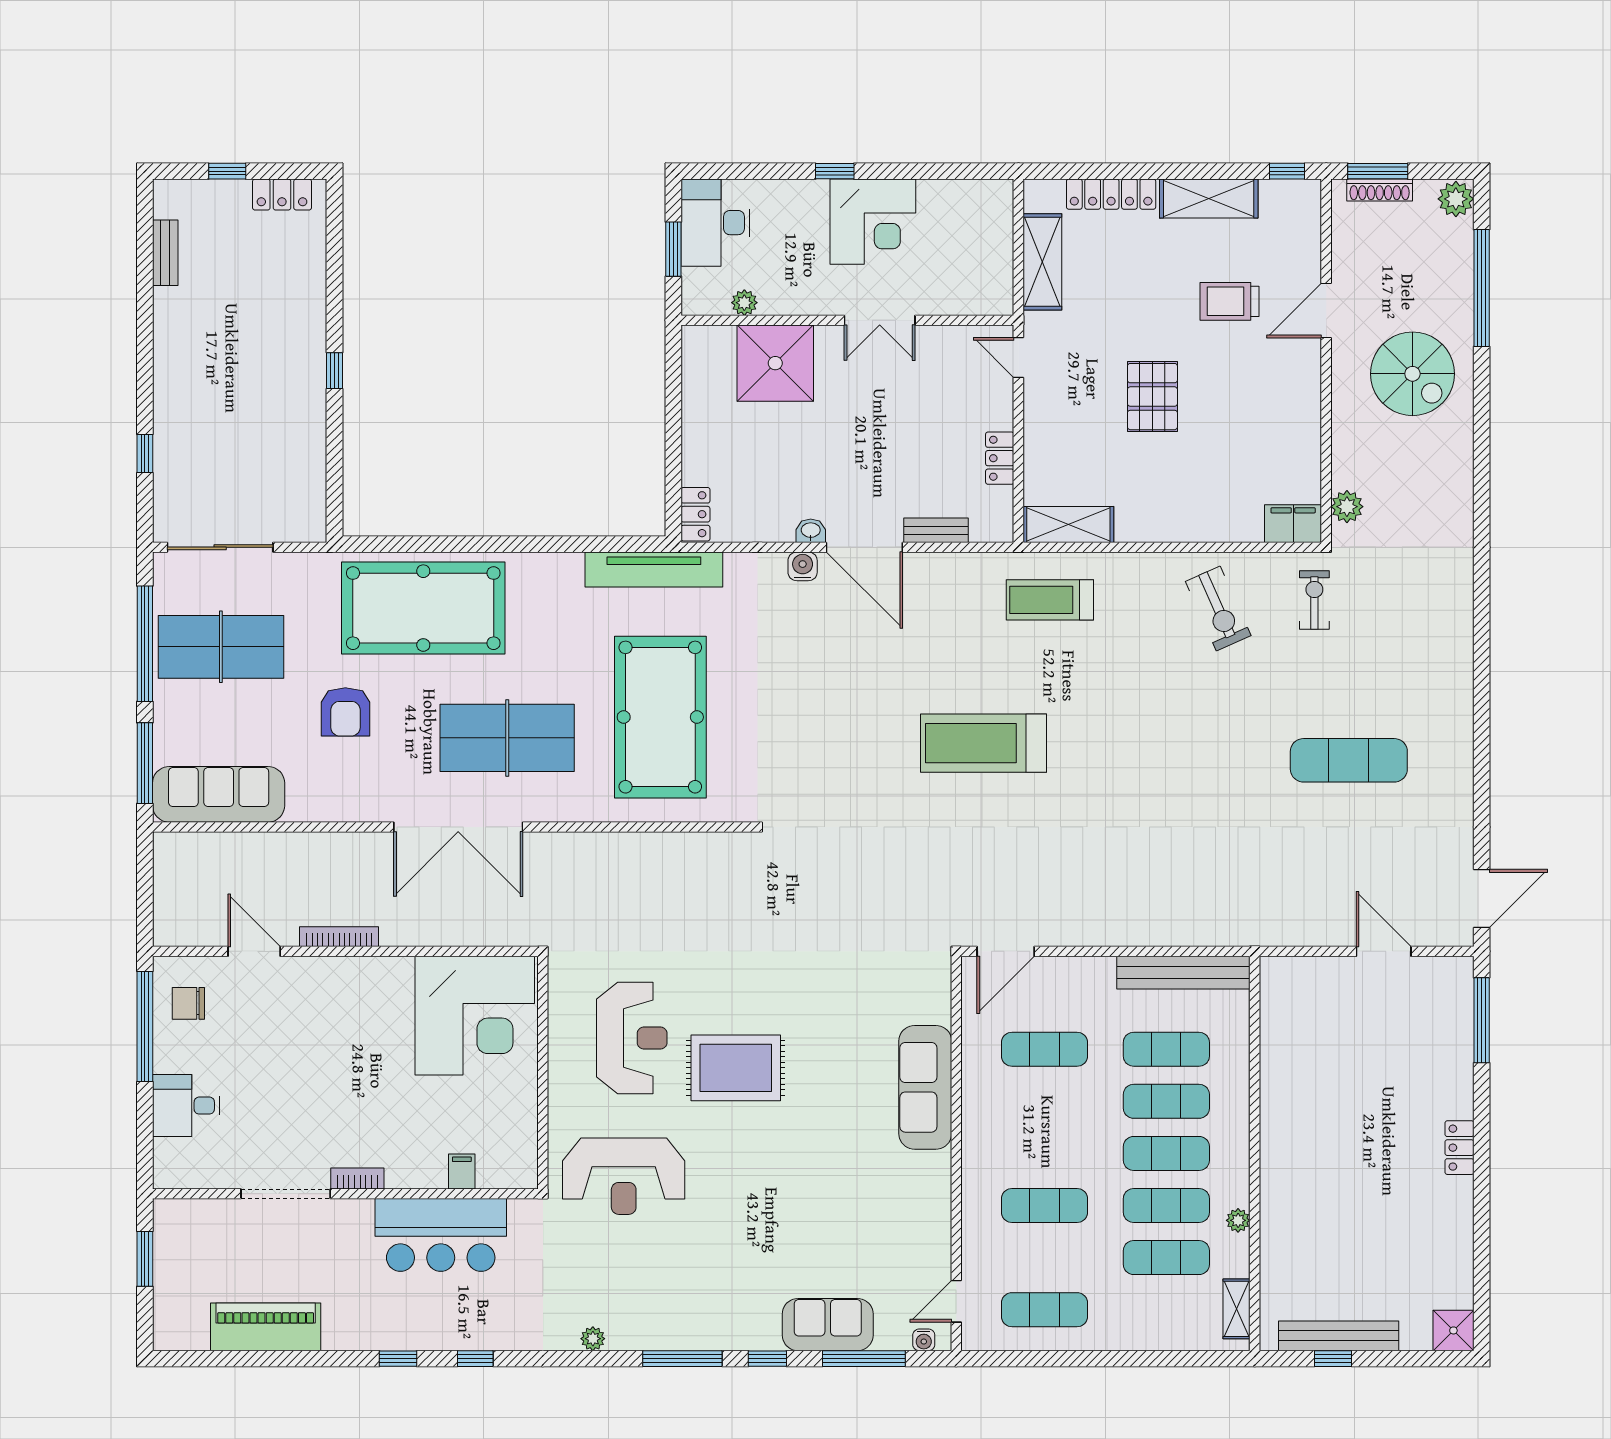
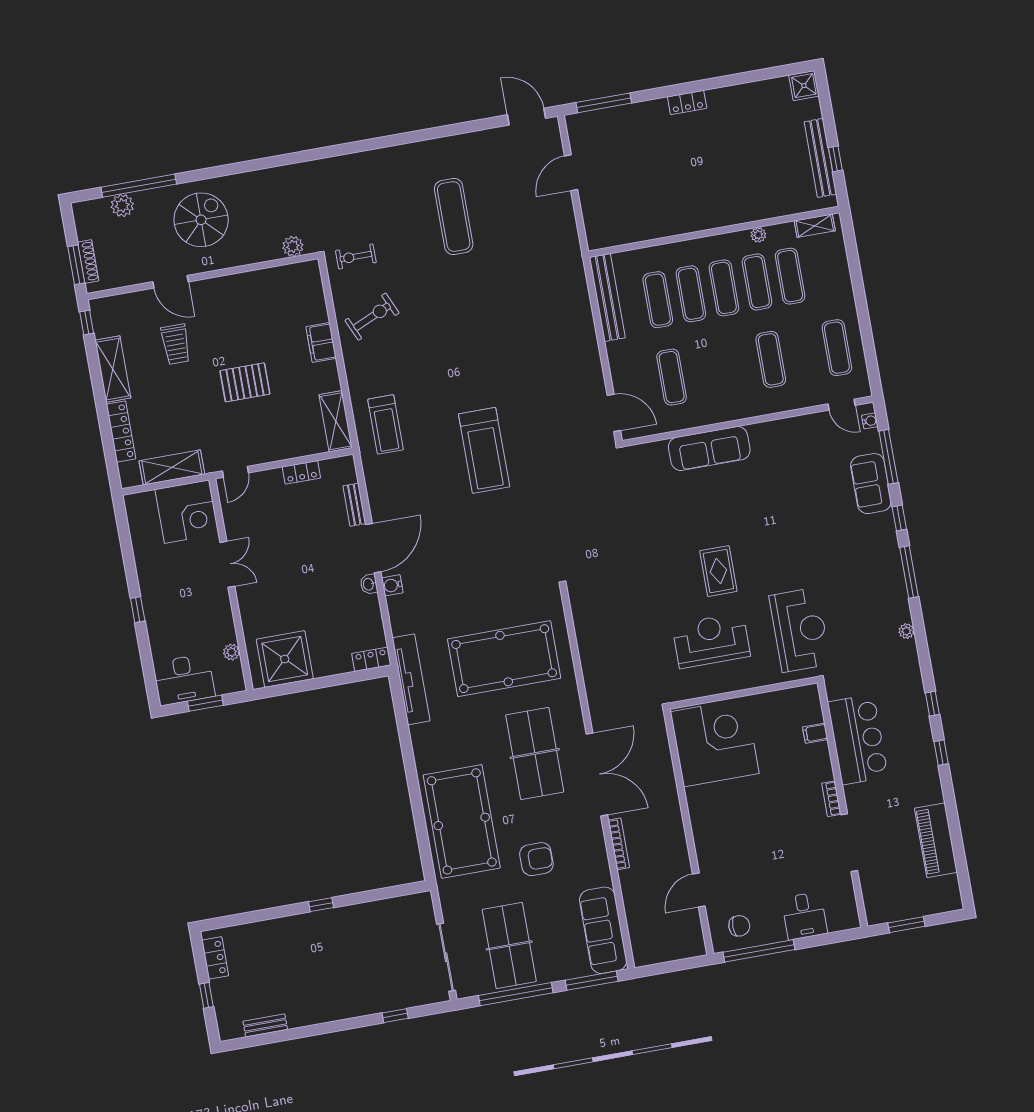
plant: (1456, 199) -> (122, 205), moved
corner desk: (873, 222) -> (187, 512), moved, turned 90
shower: (775, 363) -> (285, 659), moved
filing cabinet: (1293, 524) -> (321, 342), moved
bookcase: (339, 937) -> (619, 844), moved, turned 180
chair: (188, 1003) -> (739, 926), turned -90
rug: (736, 1068) -> (718, 571), width x0.73, depth x0.70

